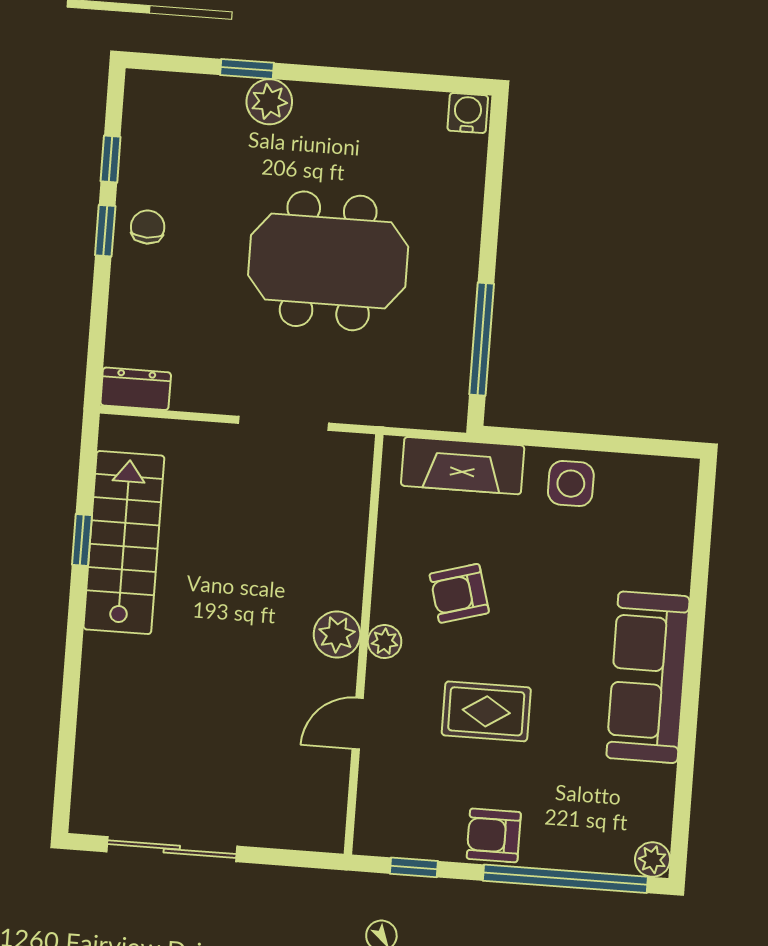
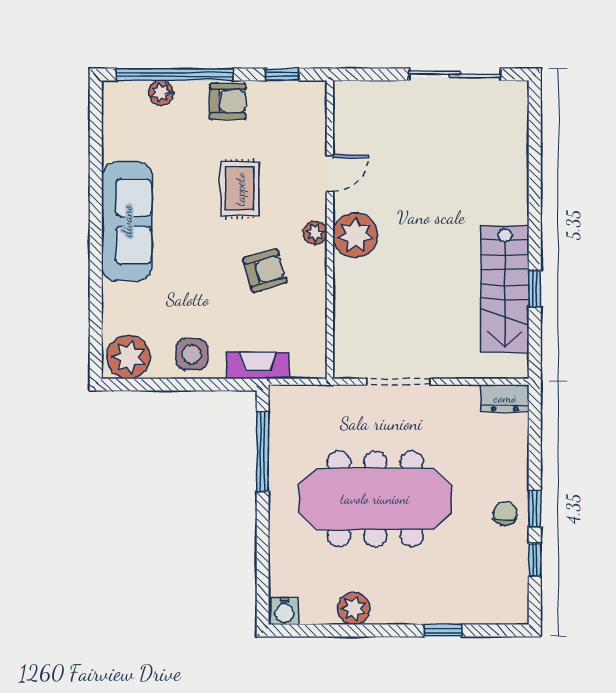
plant: (269, 102) -> (354, 608), moved
chair: (148, 227) -> (505, 513), turned 180
meeting table: (328, 261) -> (375, 499), width x1.36
fireplace: (463, 466) -> (258, 365), width x0.73, depth x0.76
plant: (660, 486) -> (129, 357), added
plant: (337, 634) -> (355, 235), width x1.36, depth x1.36
rug: (486, 711) -> (240, 189), turned 90
plant: (652, 859) -> (161, 93), moved

